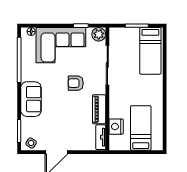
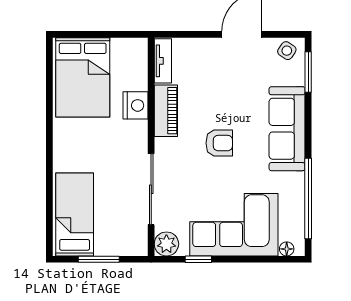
armchair: (76, 83) -> (219, 143), moved
sofa: (31, 99) -> (287, 129), width x1.36
nightstand: (116, 127) -> (136, 105), moved
bed: (141, 128) -> (83, 77), width x1.50

